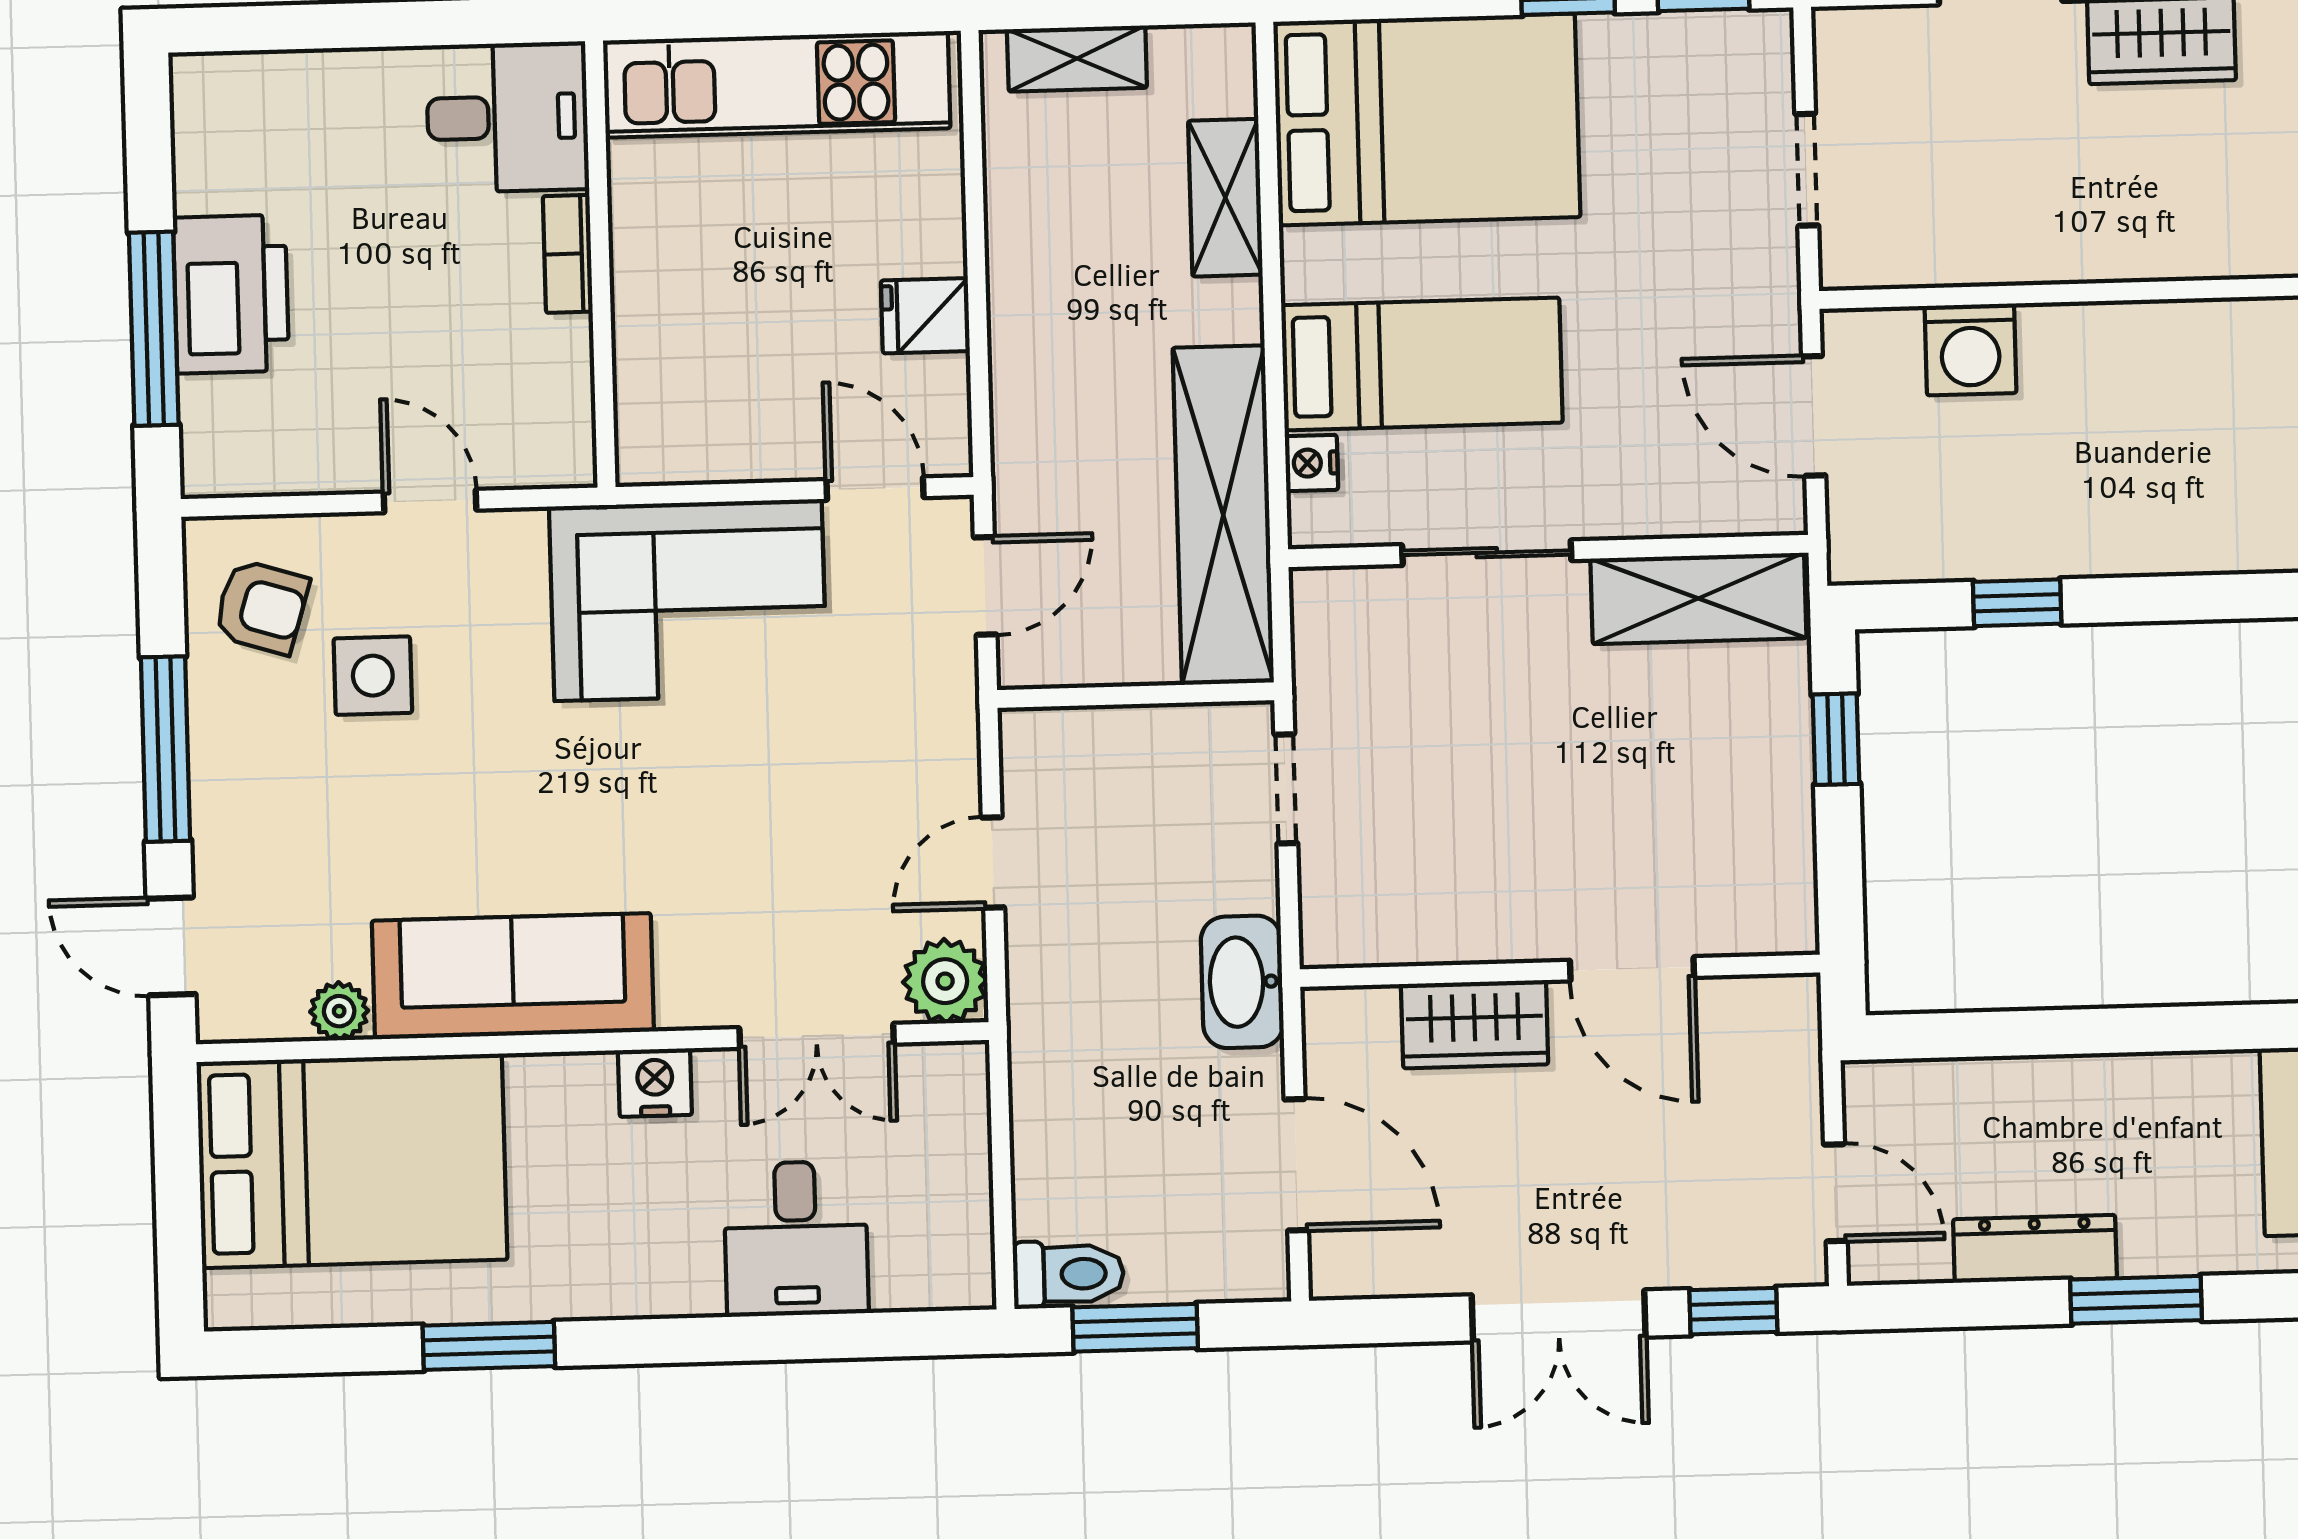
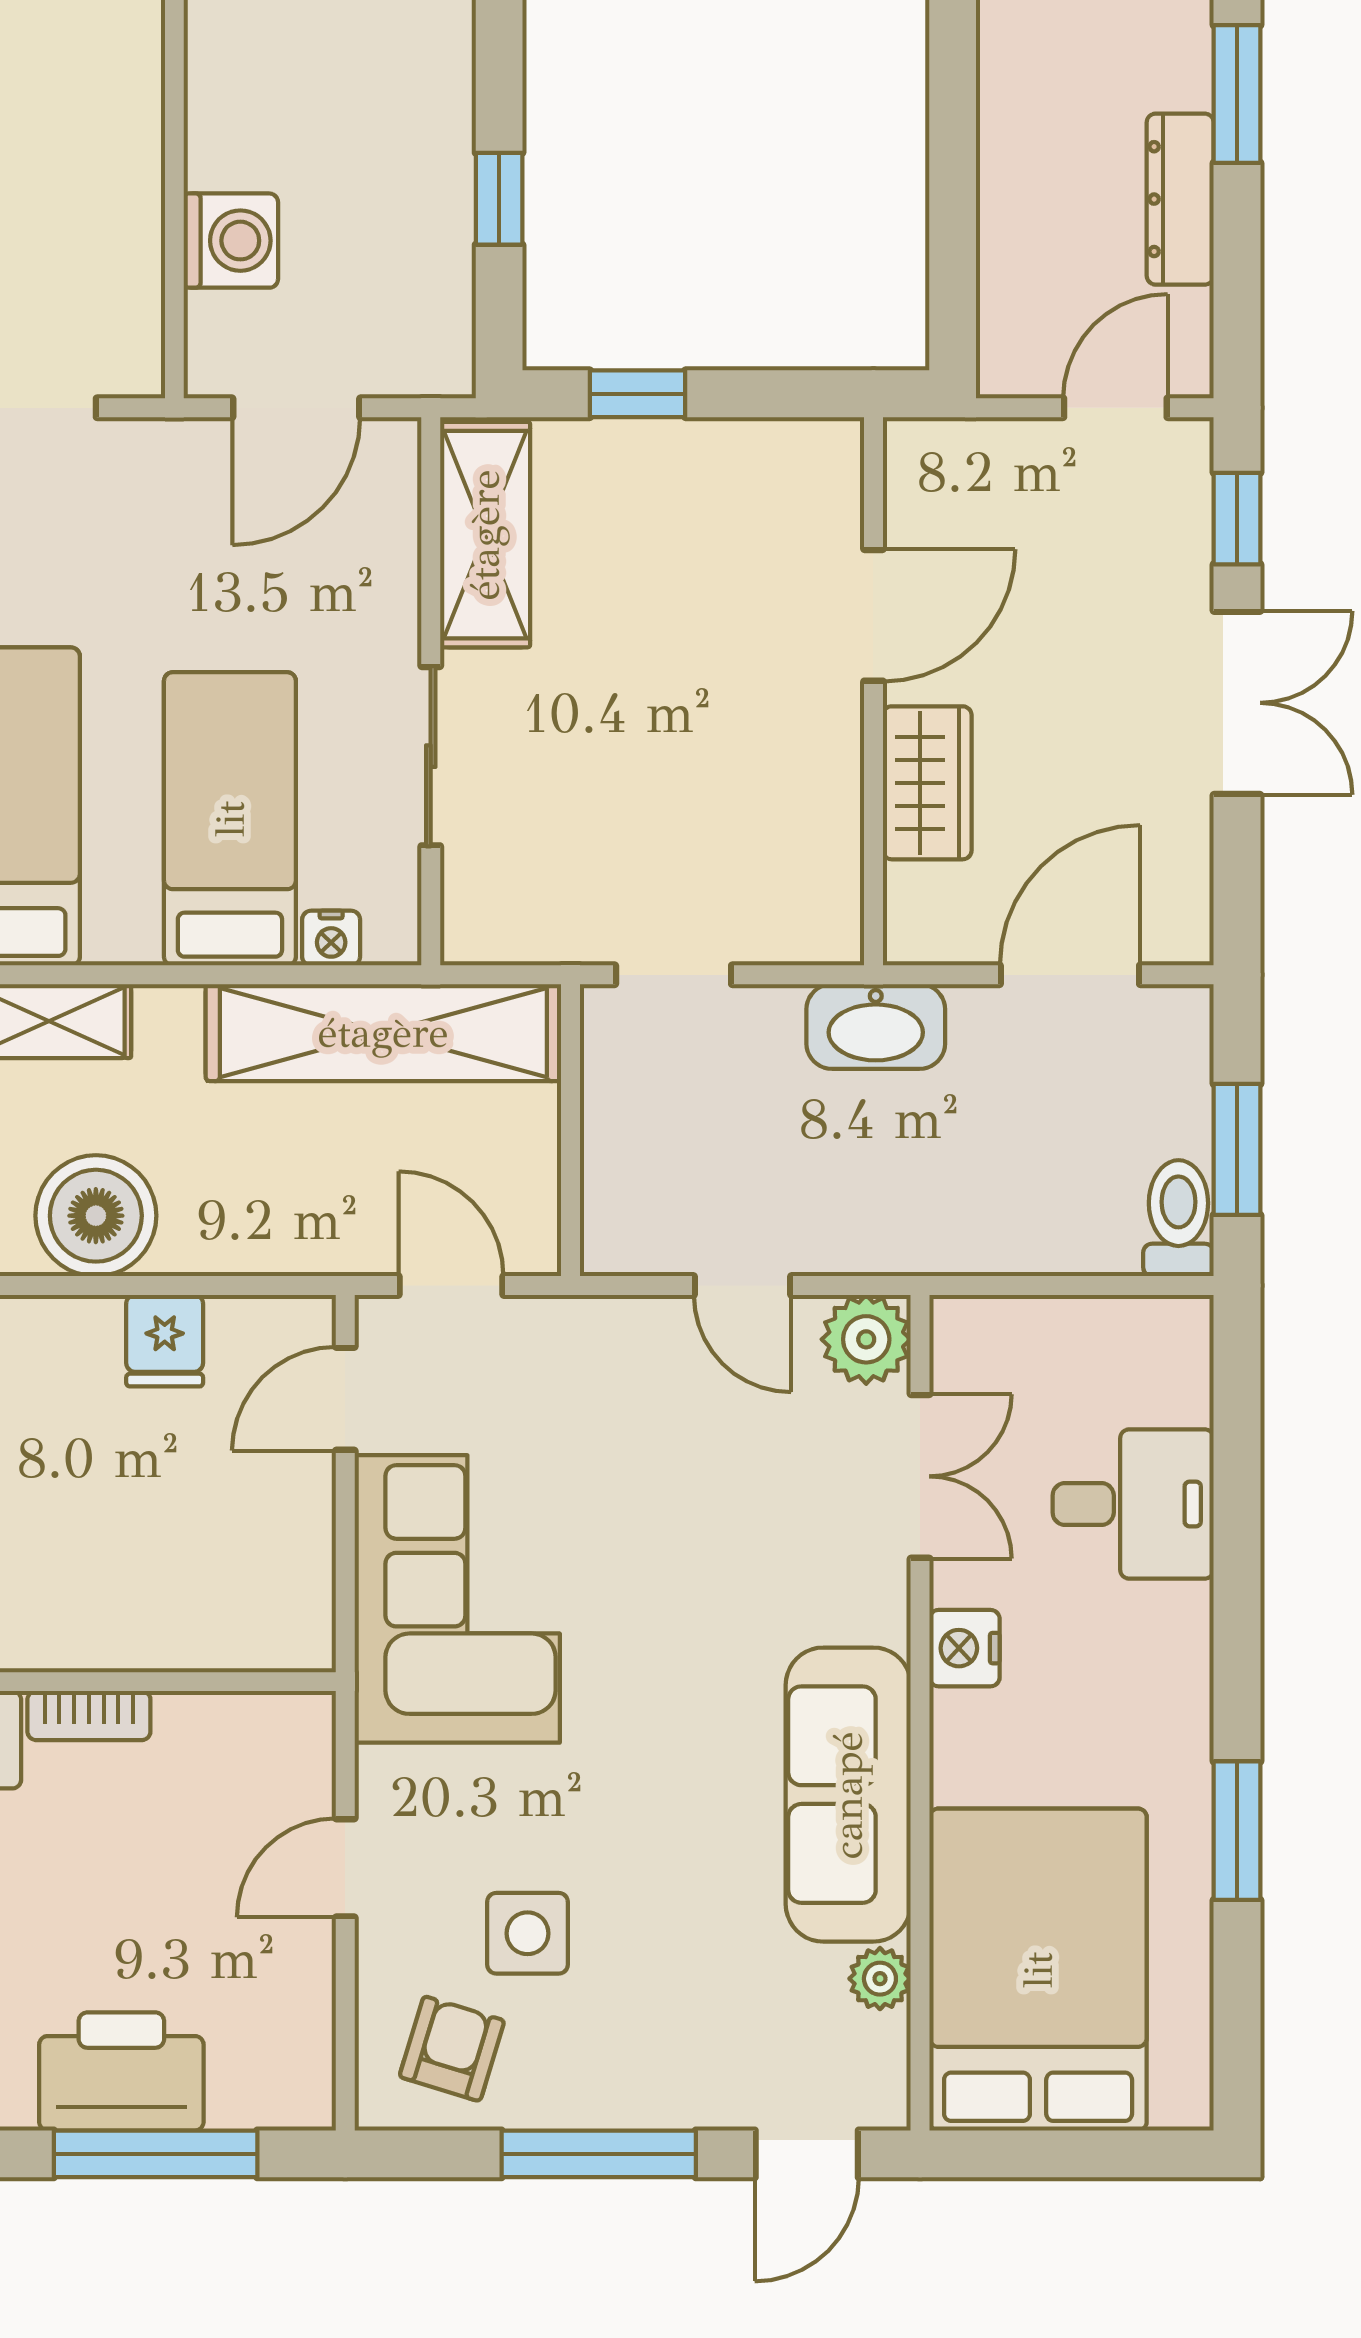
boiler: (1042, 247) -> (96, 1216), added

